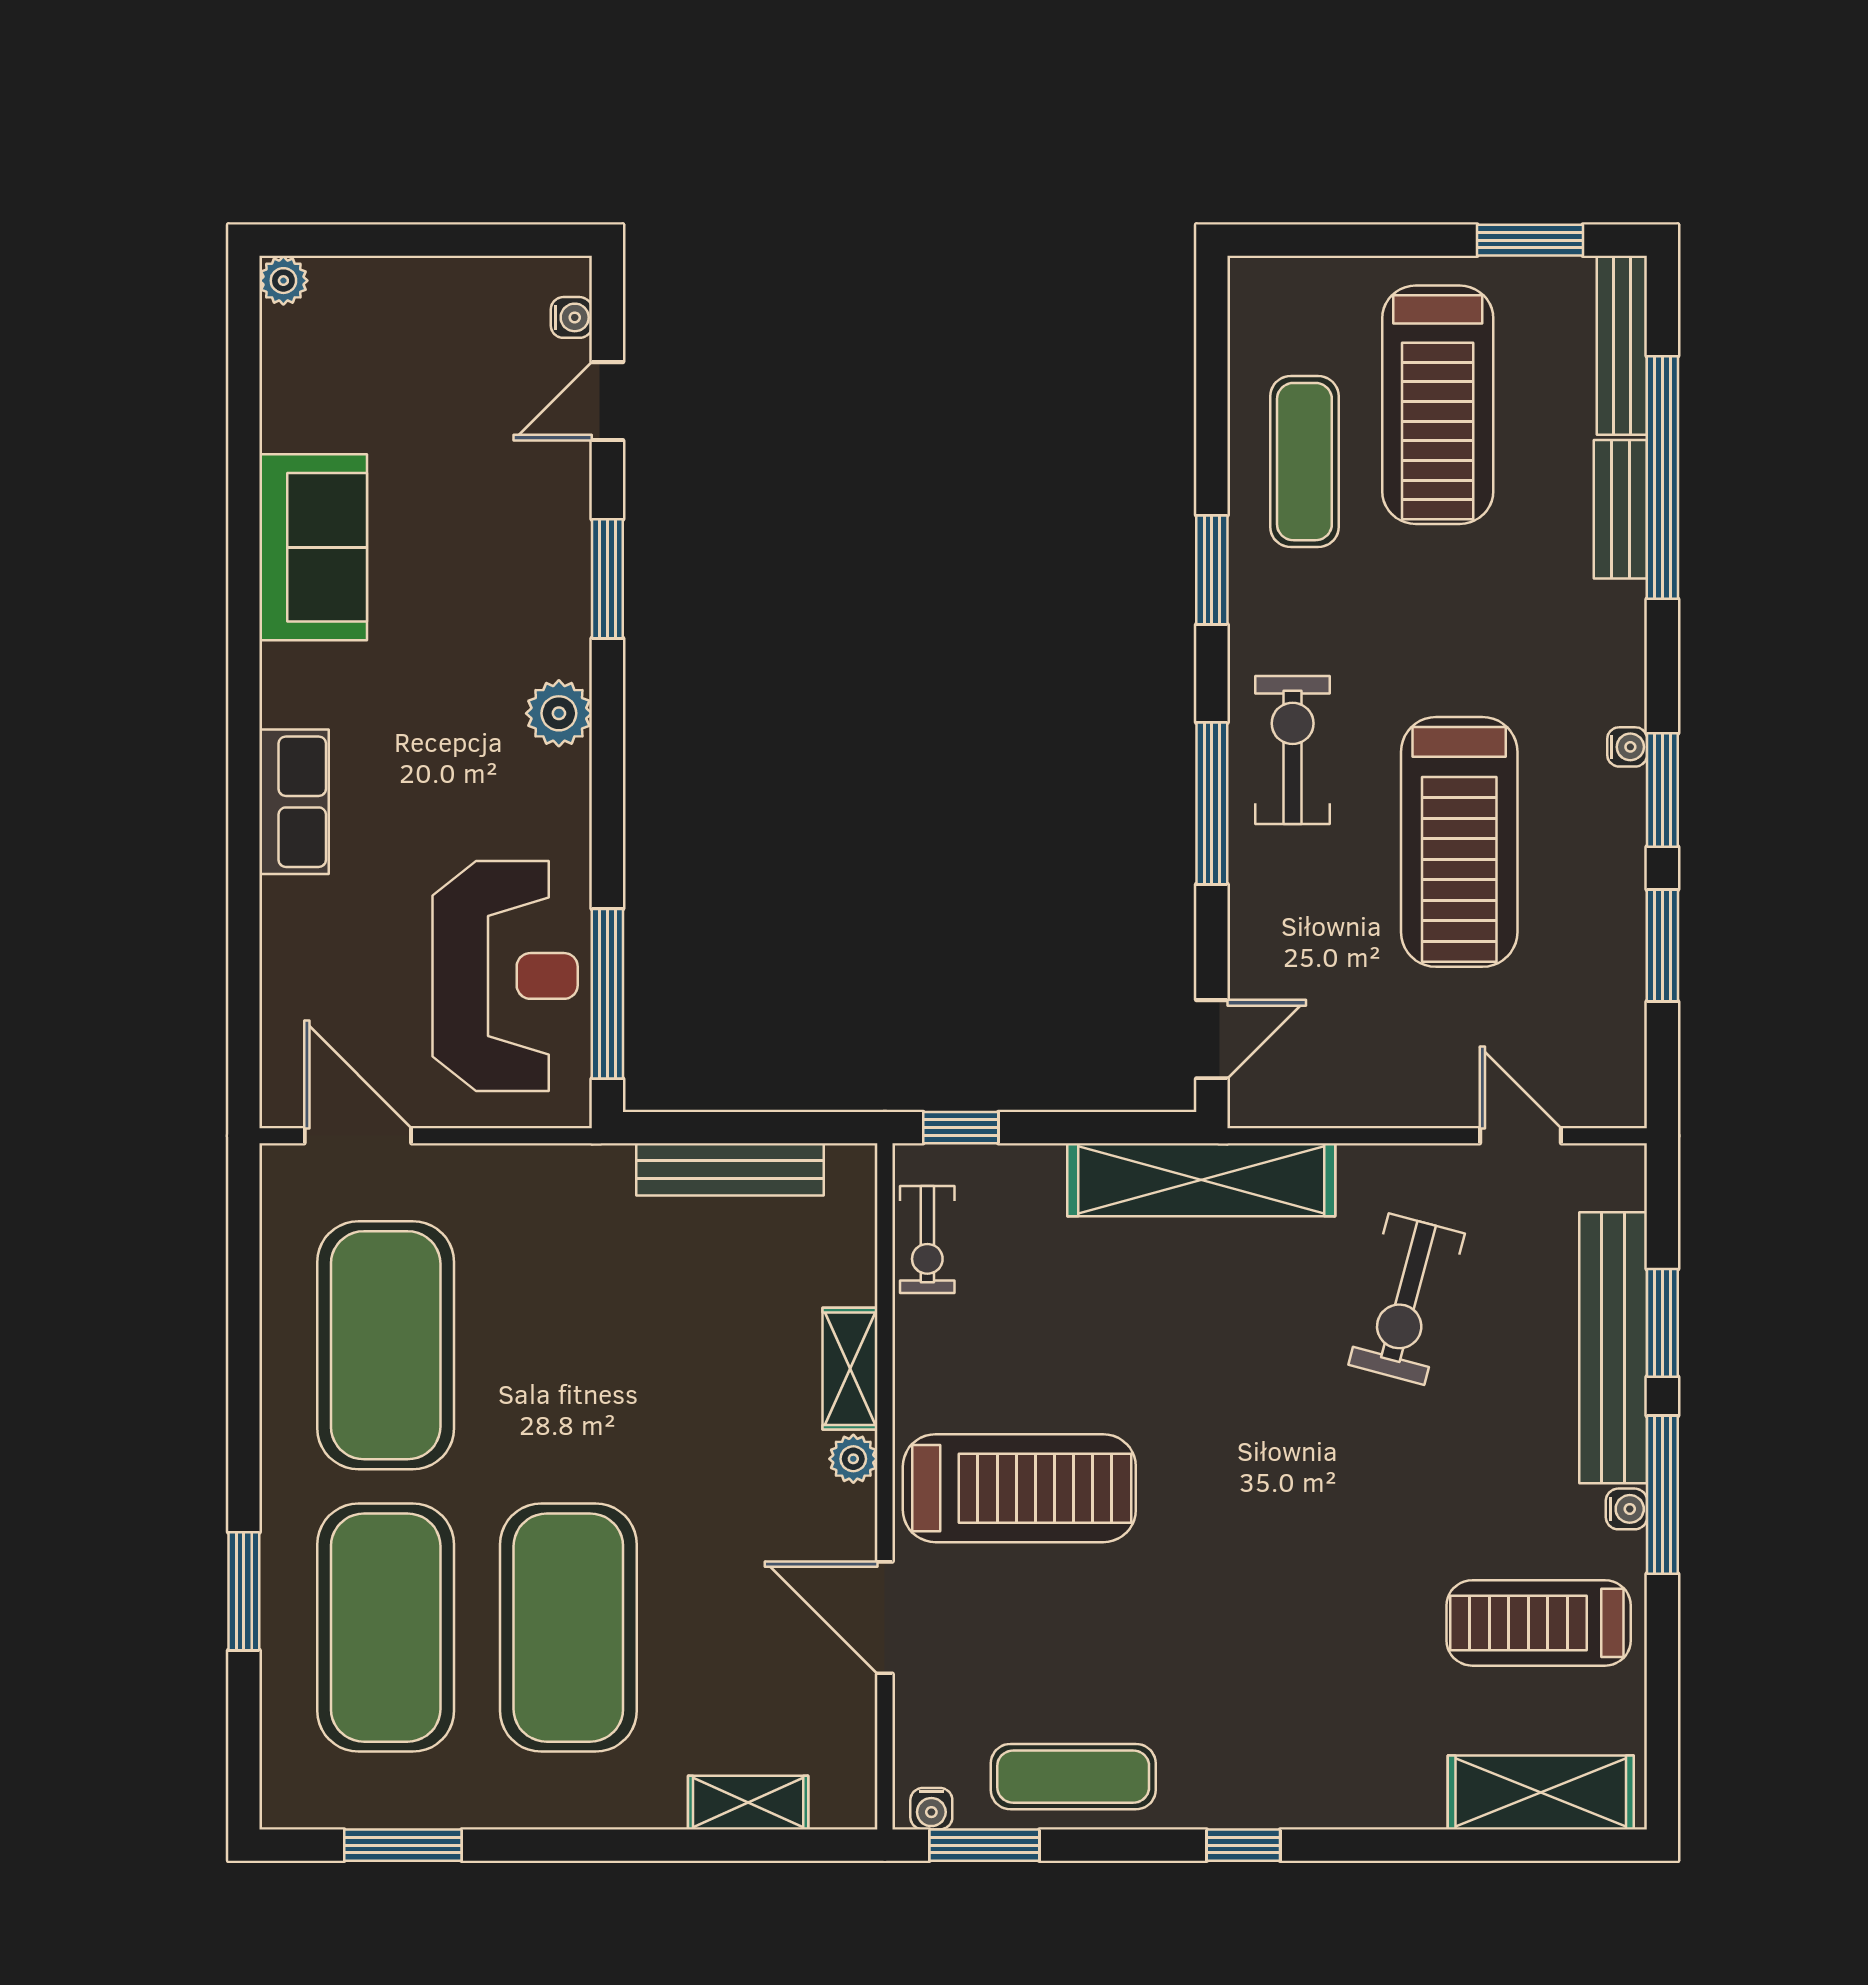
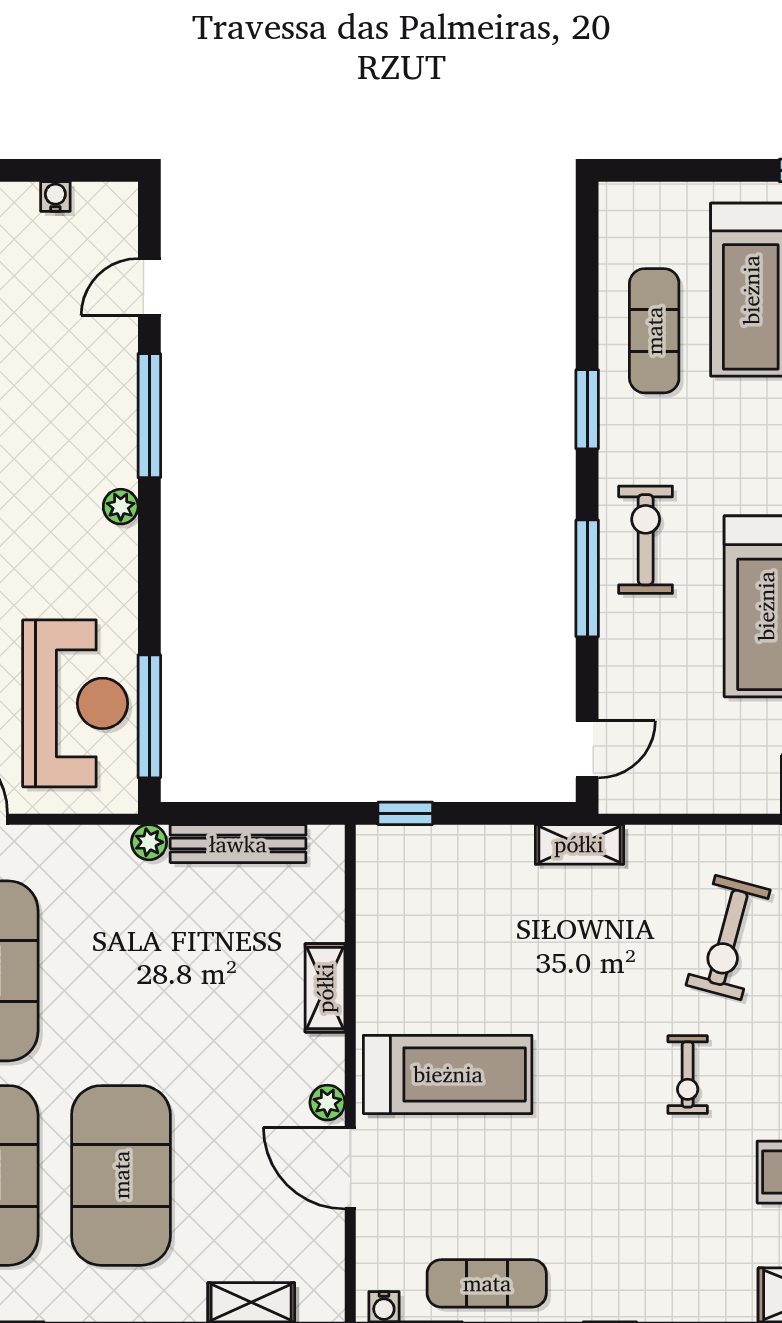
water cooler: (571, 317) -> (55, 197), moved, turned -90
window: (607, 579) -> (149, 416), width x1.44
plant: (559, 713) -> (121, 507), width x0.73, depth x0.73
plant: (607, 1168) -> (149, 842), added
shelving: (1201, 1180) -> (579, 844), width x0.45, depth x0.75
exercise bike: (927, 1240) -> (688, 1075), moved
plant: (853, 1459) -> (327, 1103), moved

